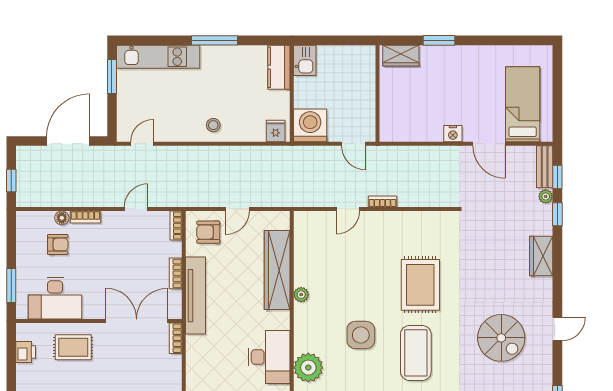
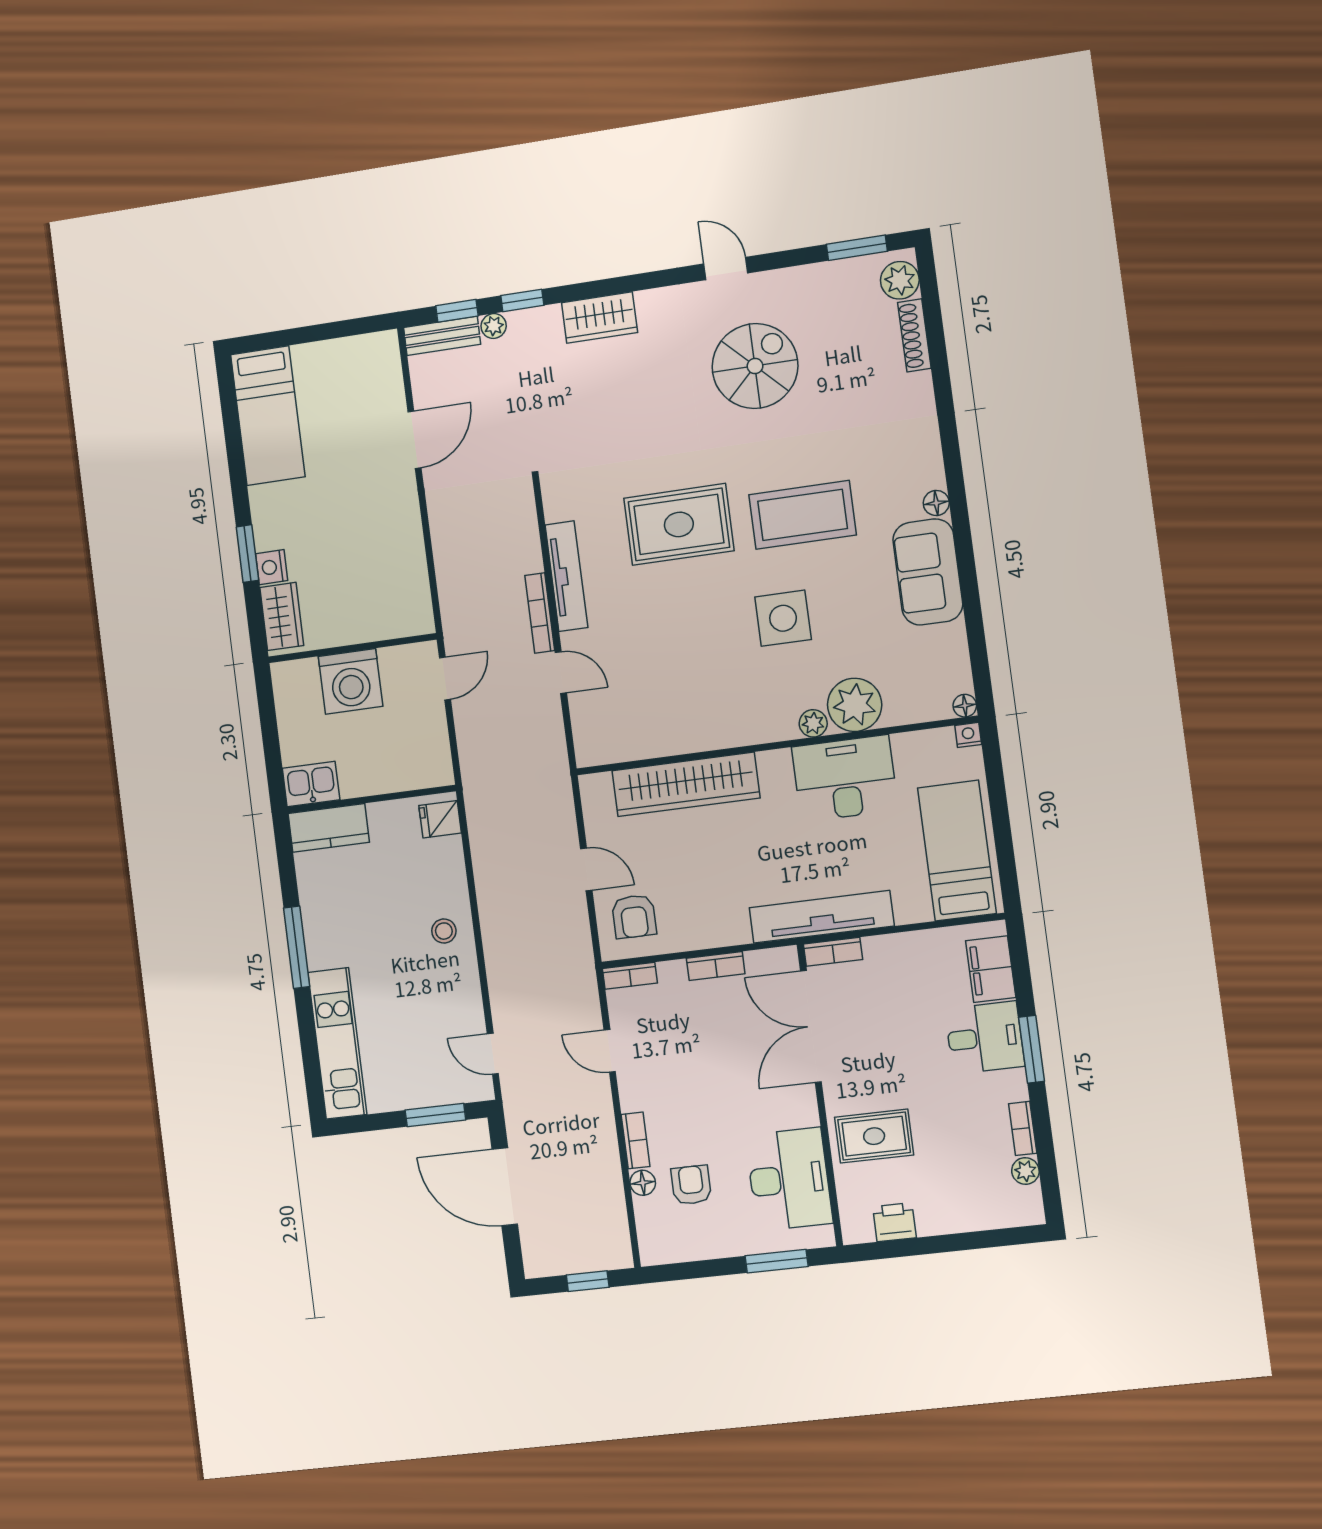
window: (112, 76) -> (435, 1115), moved
bed: (523, 104) -> (268, 416), moved, turned -90
washing machine: (310, 125) -> (351, 681), moved, turned -90
nightstand: (453, 134) -> (272, 567), moved, turned 180
bookcase: (382, 202) -> (540, 613), width x1.56
tv unit: (401, 219) -> (566, 576), added
plant: (301, 295) -> (813, 723), moved
tv unit: (195, 296) -> (822, 917), moved
rug: (73, 347) -> (874, 1136), turned 90

